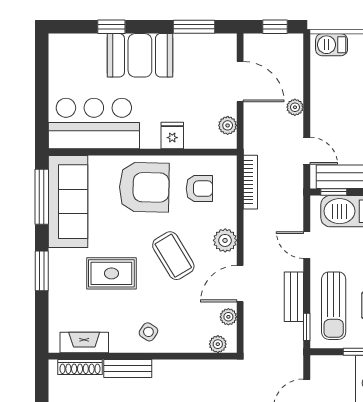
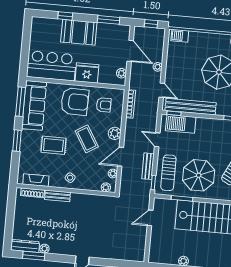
fridge: (172, 135) -> (87, 73), width x1.88, depth x1.34

